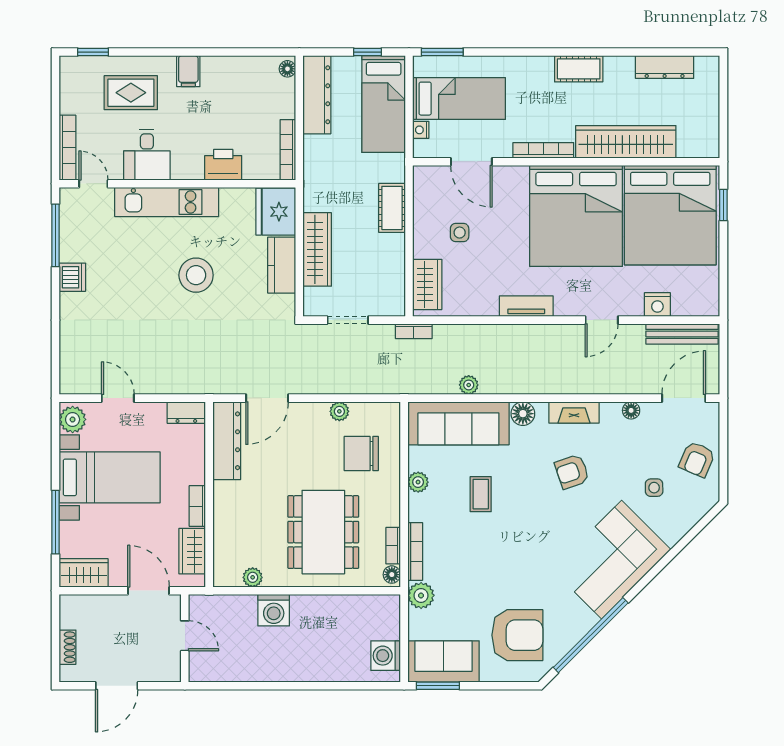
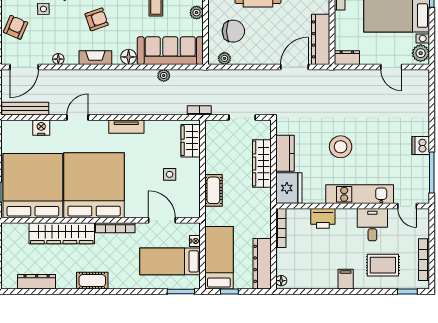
bookcase: (68, 148) -> (424, 260), moved
plant: (339, 411) -> (224, 58), moved

